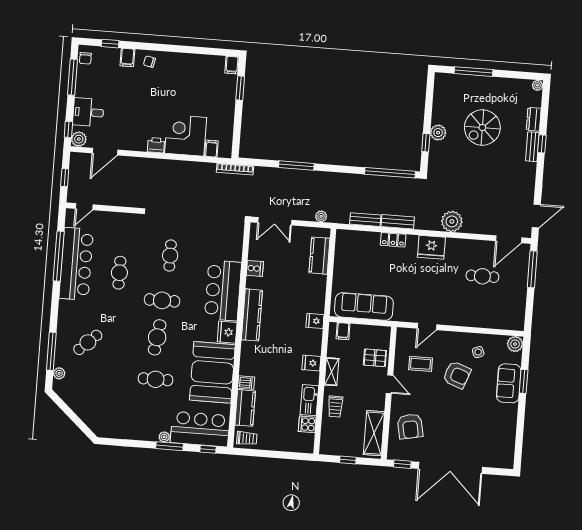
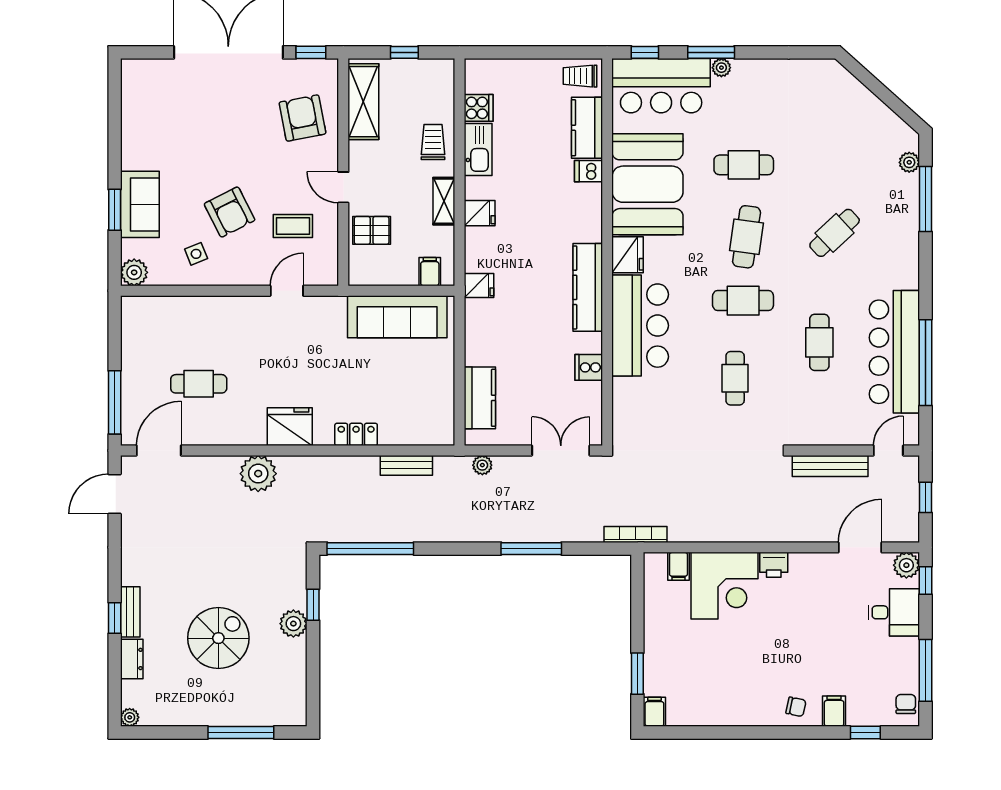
bench: (398, 222) -> (830, 466), moved, width x1.36
cafe table: (88, 342) -> (835, 233), moved
armchair: (457, 375) -> (230, 212), turned -137

